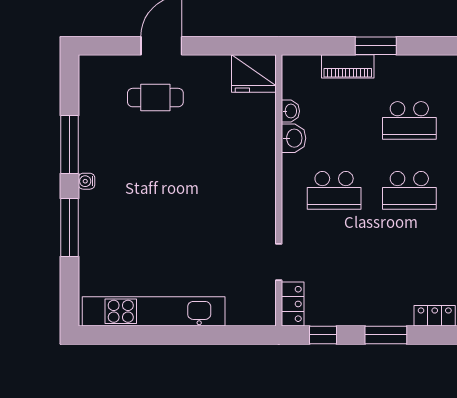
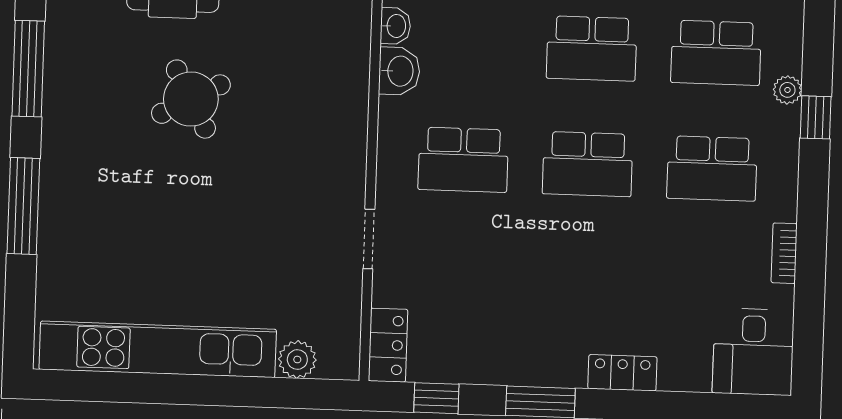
round table: (168, 159) -> (191, 99), added
water cooler: (86, 181) -> (54, 130), removed
doorway: (279, 262) -> (369, 239), moved
plant: (238, 314) -> (297, 360), added

